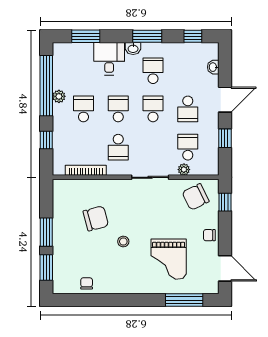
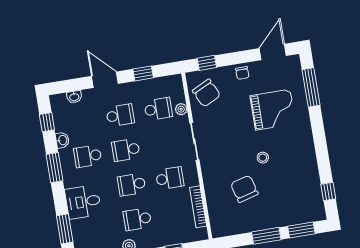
washbasin: (133, 48) -> (62, 140), moved
school desk: (188, 147) -> (158, 109), turned 180
chair: (87, 283) -> (311, 187), removed
window: (80, 300) -> (328, 191), added

